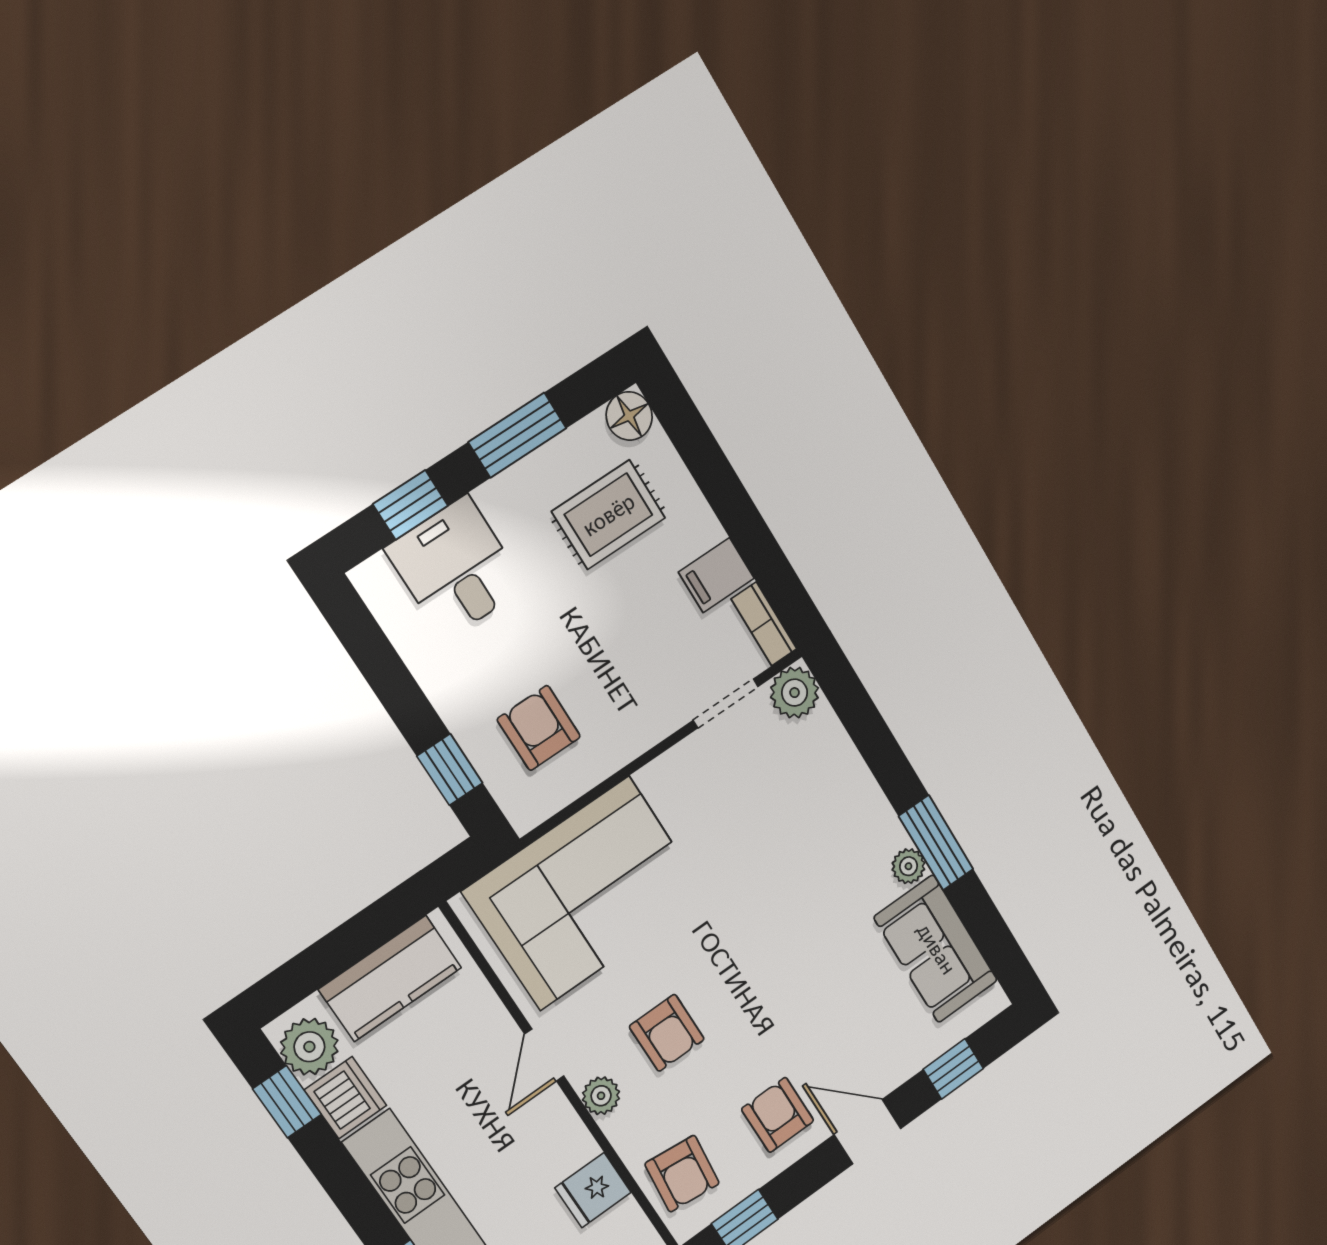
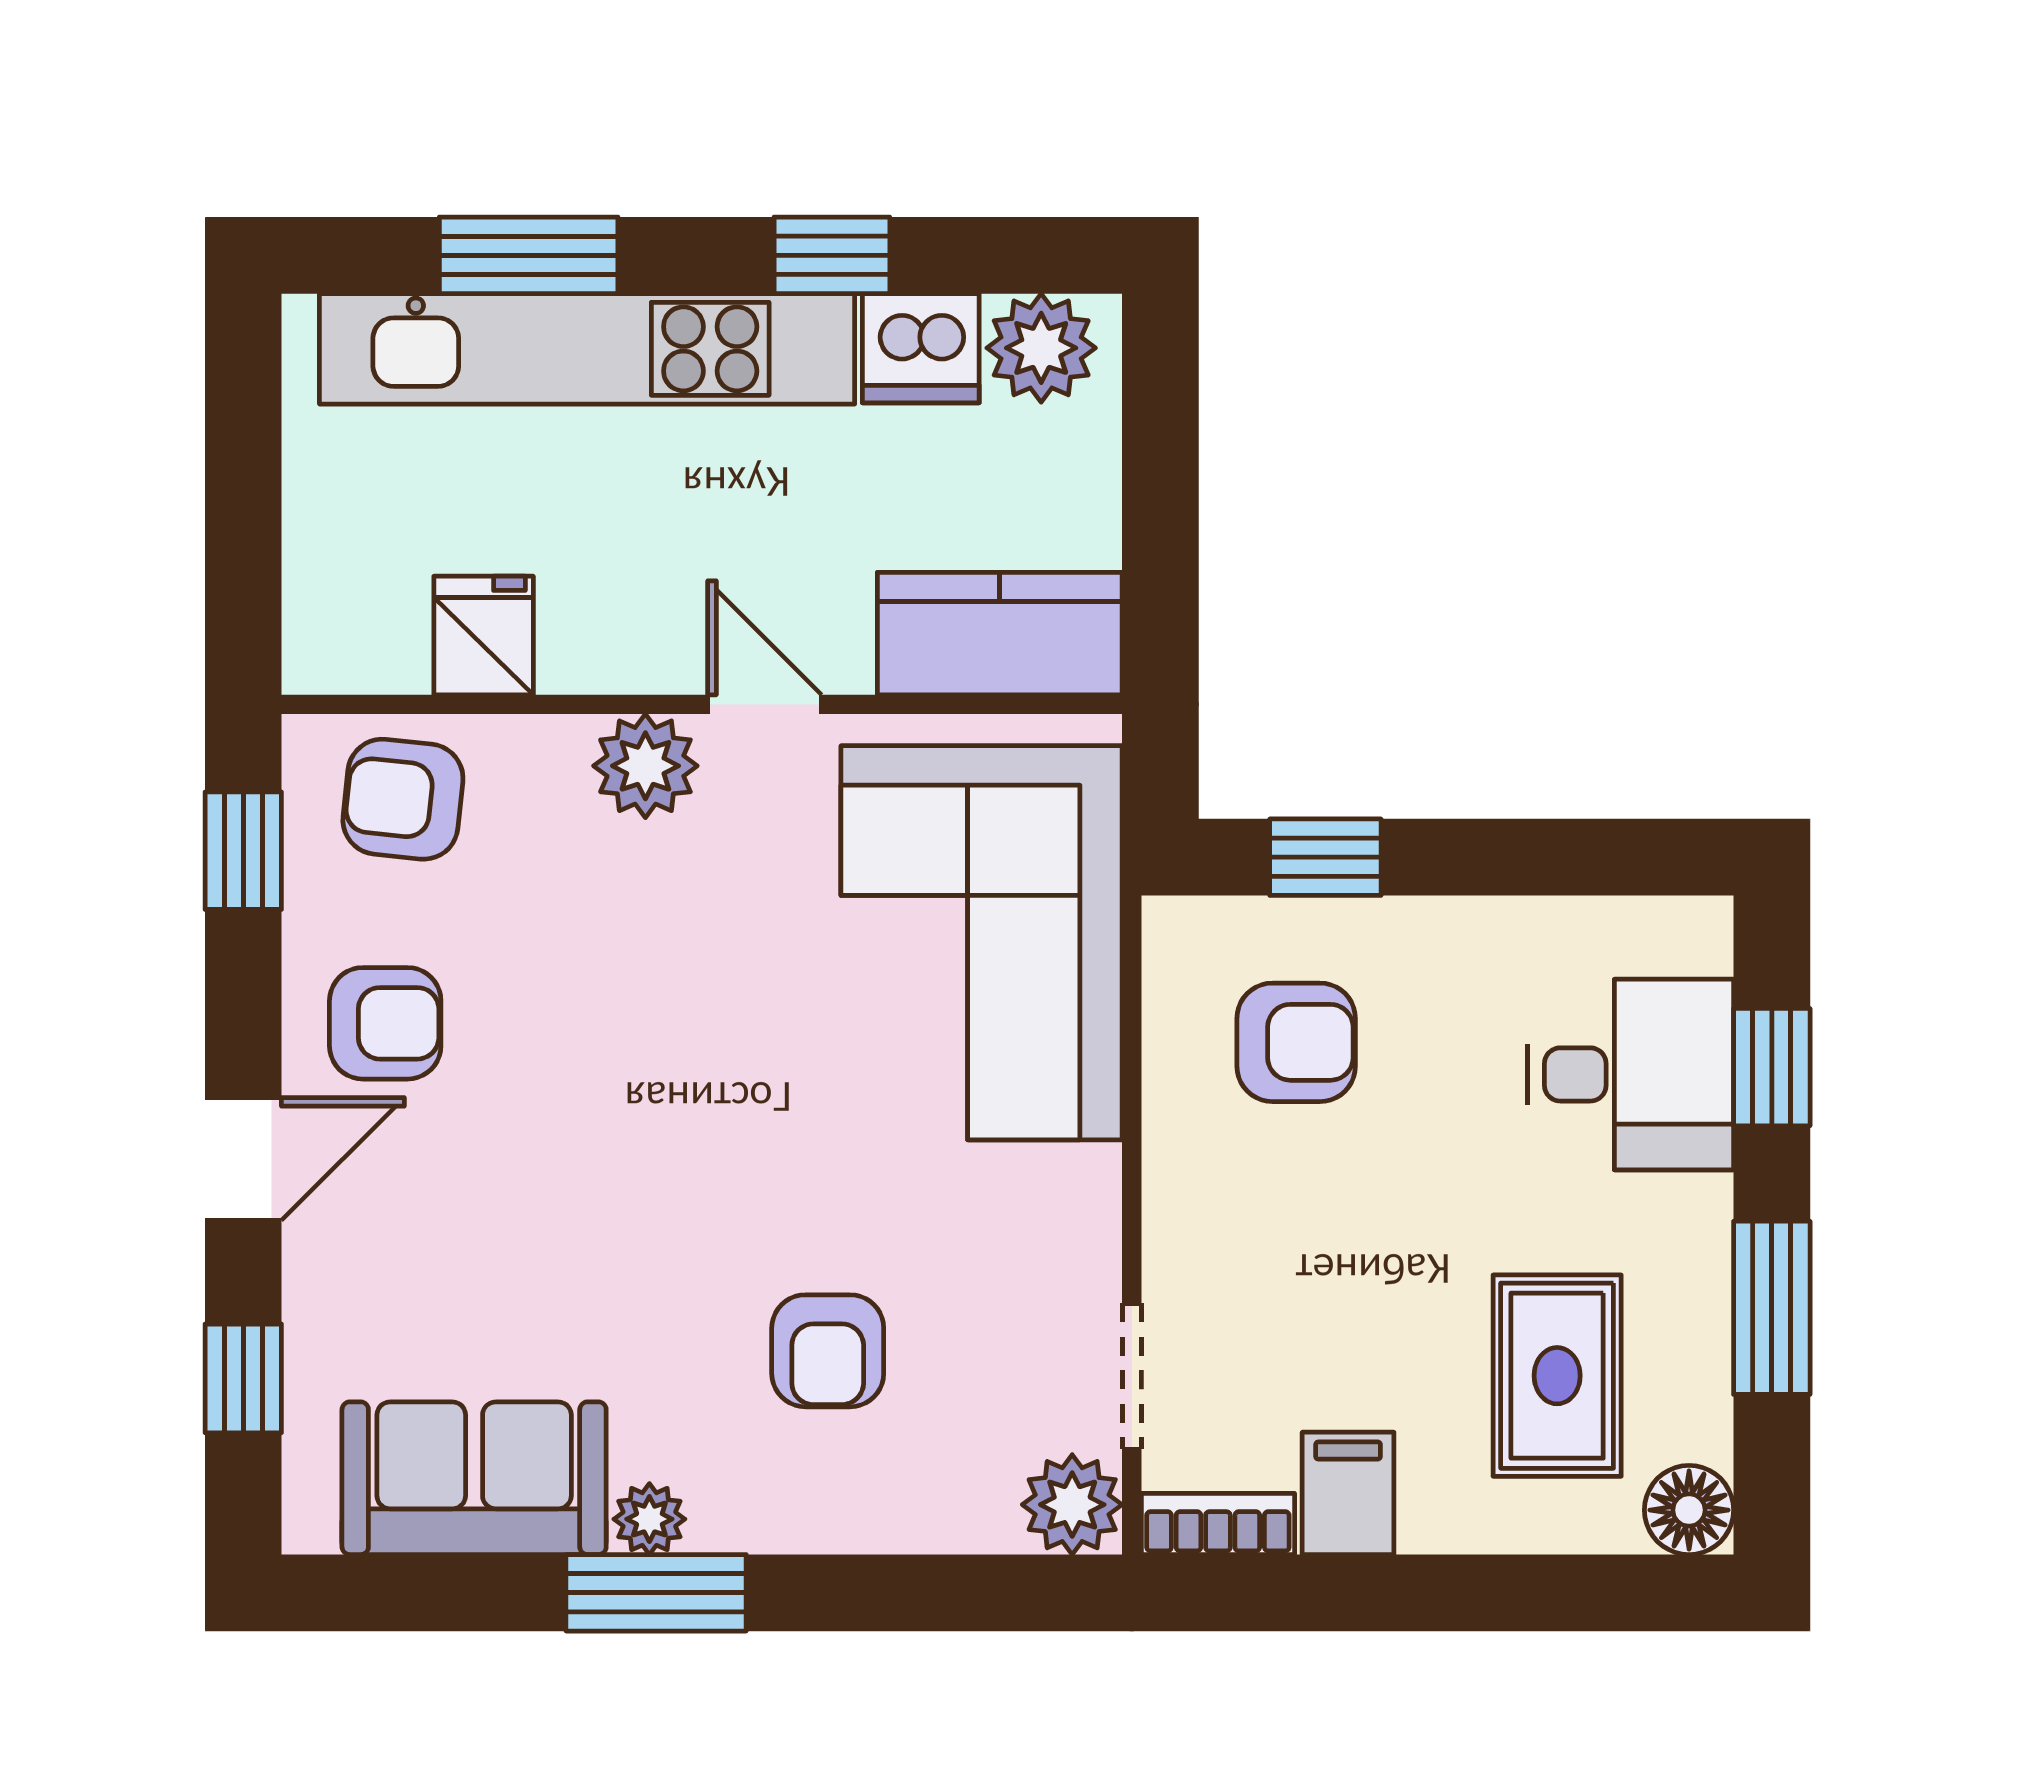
kitchen counter: (390, 978) -> (1000, 634), moved, turned 90
armchair: (667, 1033) -> (828, 1351), moved, turned -90
plant: (601, 1096) -> (645, 766), width x1.38, depth x1.38
window: (287, 1102) -> (832, 255), moved

